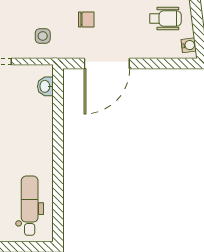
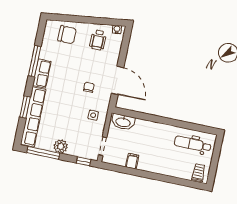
wheelchair: (165, 18) -> (98, 40), turned 180
washbasin: (45, 86) -> (123, 122), width x1.91, depth x1.45

